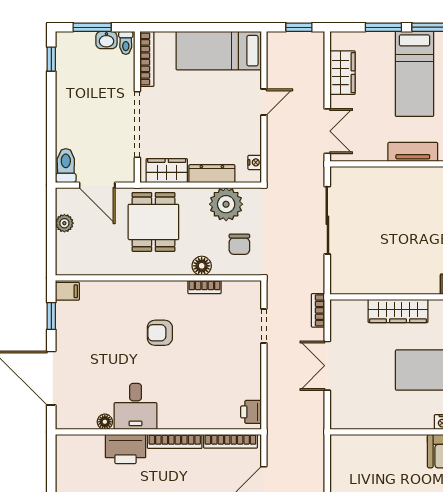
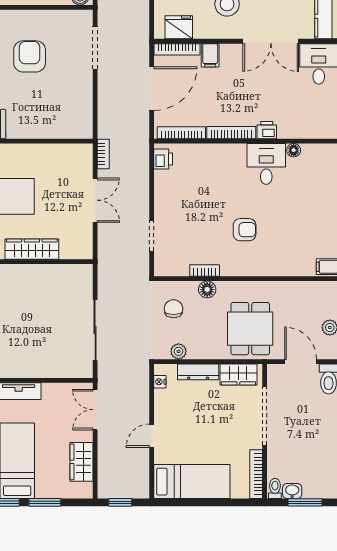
plant: (226, 204) -> (178, 351), width x0.53, depth x0.53
bookcase: (318, 310) -> (103, 154), moved
printer: (125, 449) -> (267, 130), width x0.53, depth x0.68

